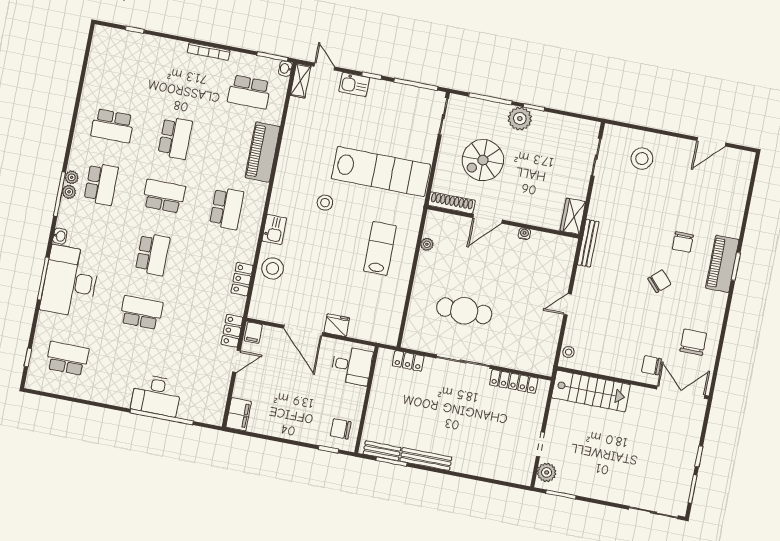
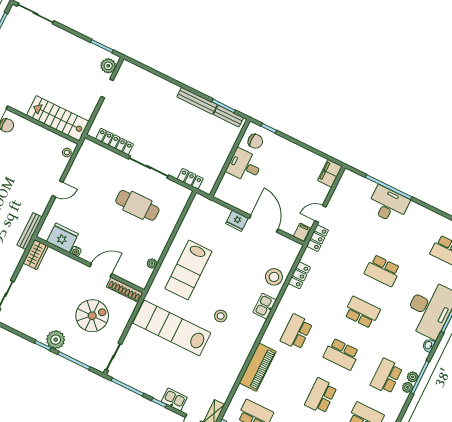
fridge: (545, 246) -> (63, 238), added
lab bench: (380, 248) -> (188, 270), width x1.36, depth x1.39
school desk: (153, 254) -> (362, 312), turned 90
desk: (352, 366) -> (244, 166), moved

